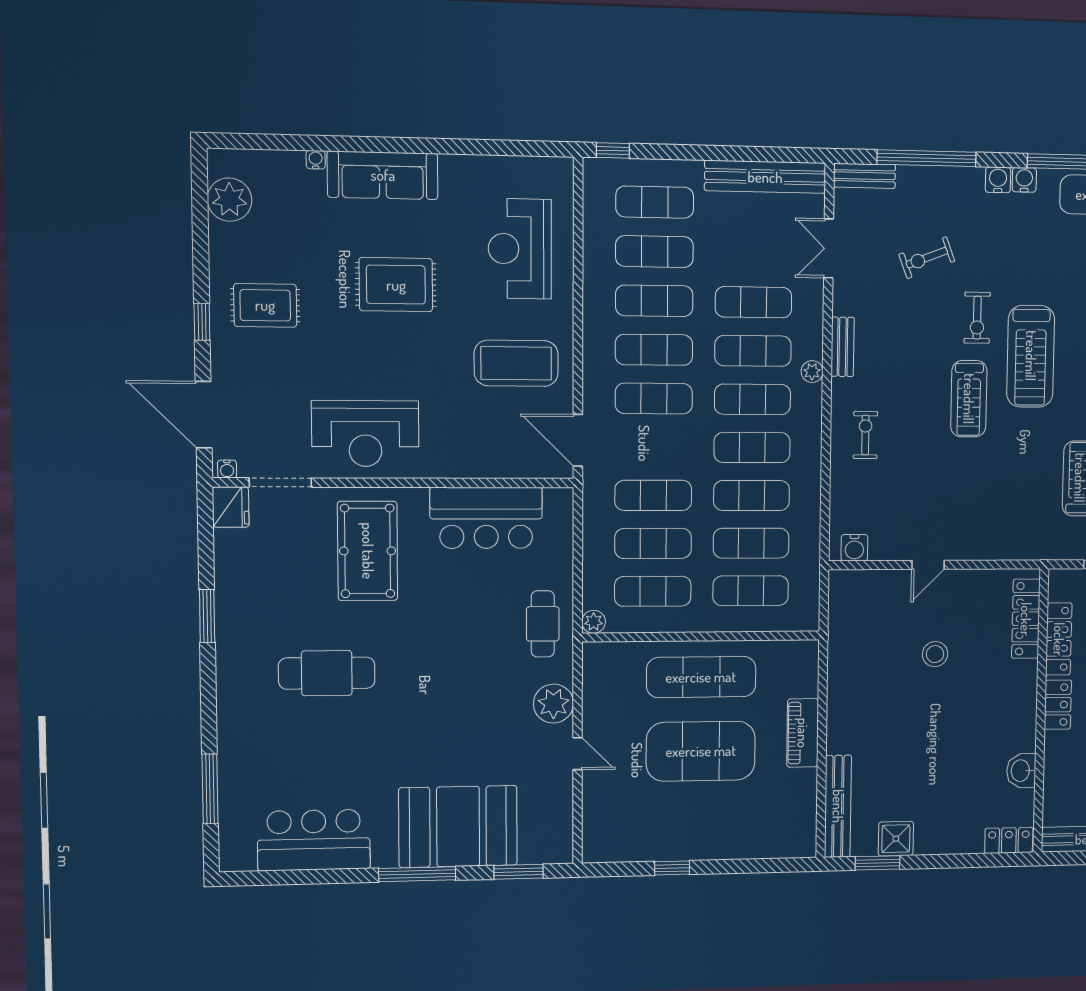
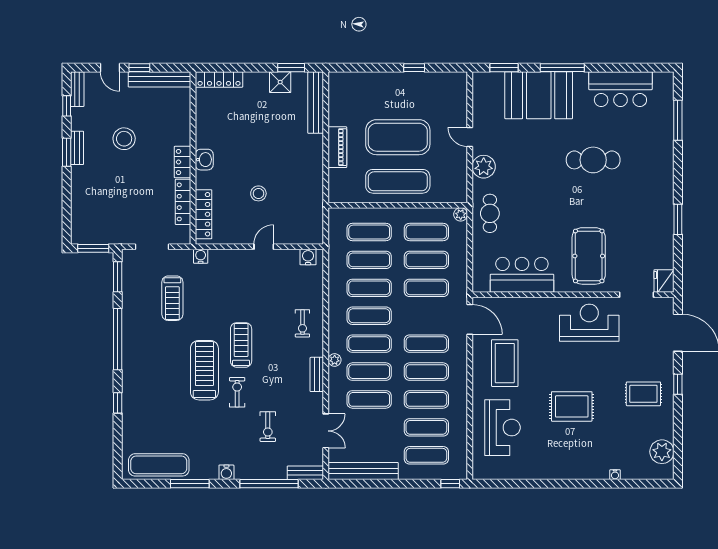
sofa: (383, 175) -> (578, 467), removed
water cooler: (1024, 180) -> (201, 256), moved, turned 180
exercise bike: (927, 258) -> (268, 427), turned 111
coffee table: (516, 363) -> (505, 363), turned 90
water cooler: (227, 469) -> (666, 302), removed
cafe table: (327, 673) -> (593, 160), moved
washbasin: (1021, 771) -> (204, 160), moved
locker: (1009, 840) -> (219, 79), width x1.53

